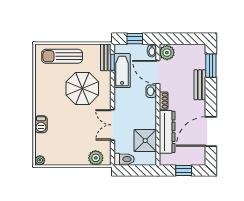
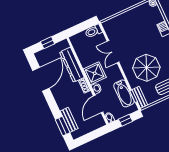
plant: (167, 53) -> (98, 121), removed
door: (158, 72) -> (98, 104), swing flipped
bench: (200, 85) -> (69, 120), moved
double door: (112, 125) -> (113, 52), swing flipped
shower: (145, 141) -> (95, 73), moved
plant: (96, 158) -> (114, 23), removed

